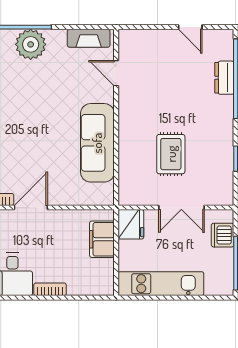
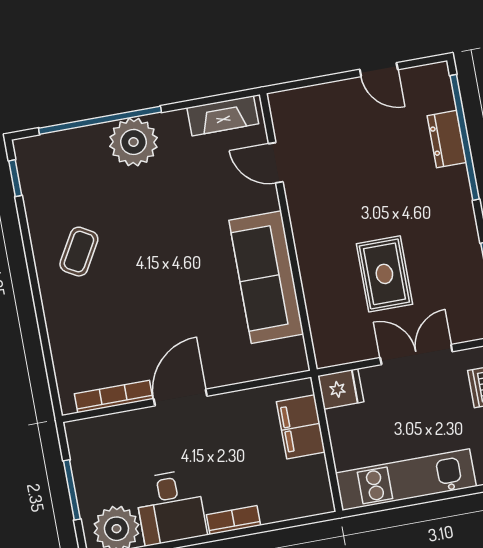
double door: (181, 208) -> (416, 355), swing flipped
fridge: (131, 224) -> (341, 389), width x0.72

